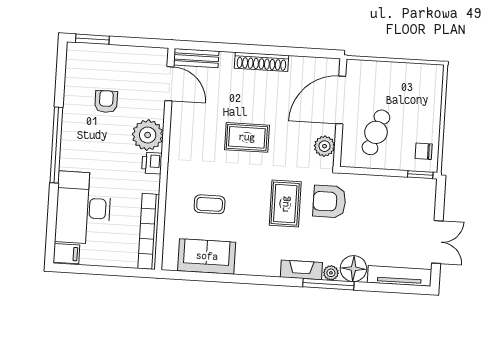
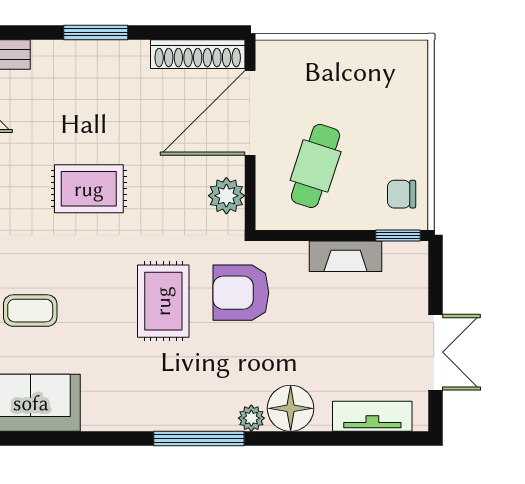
window: (256, 49) -> (96, 32), added
shoe rack: (262, 62) -> (198, 54), moved
fireplace: (301, 270) -> (346, 256), moved, turned 180
tv unit: (399, 276) -> (372, 416), width x0.71
window: (328, 284) -> (199, 438), moved

